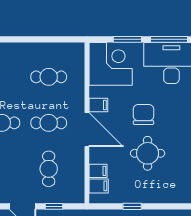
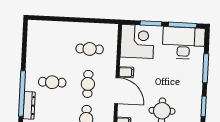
chair: (144, 114) -> (160, 81), removed
cafe table: (49, 123) -> (88, 84), turned 90

